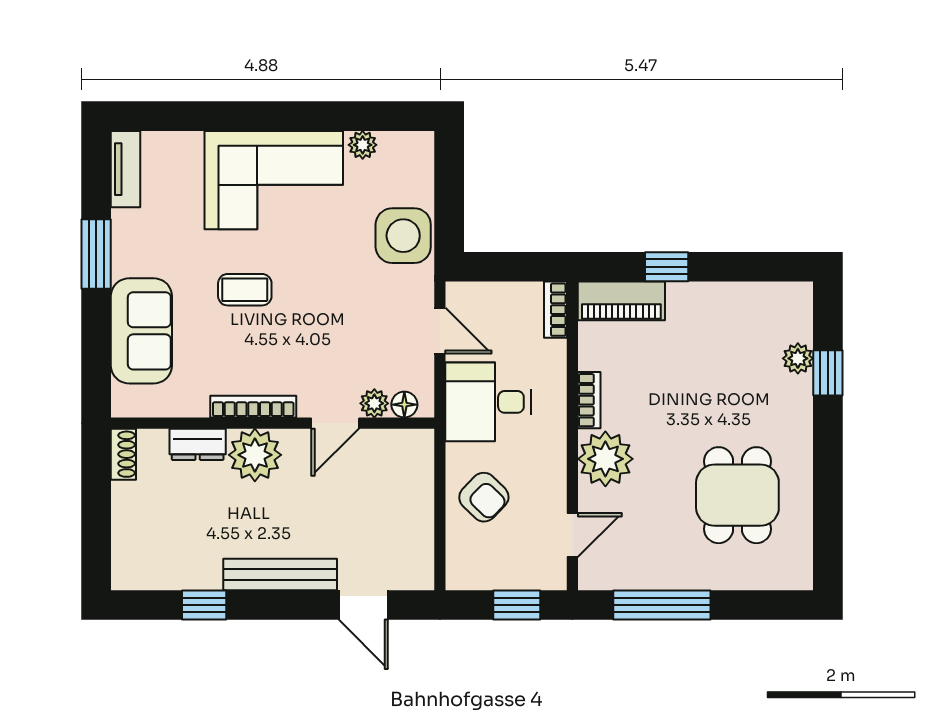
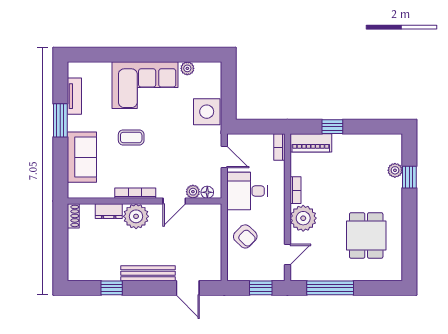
tv unit: (126, 169) -> (74, 96), moved

